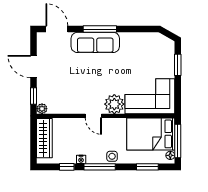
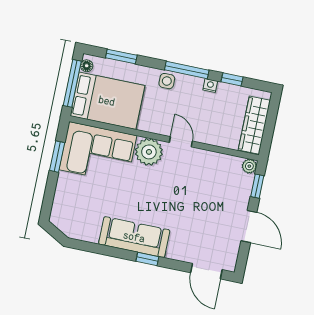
window: (100, 29) -> (147, 259), width x0.46
sofa: (95, 42) -> (134, 237), moved
window: (178, 65) -> (57, 157), moved

